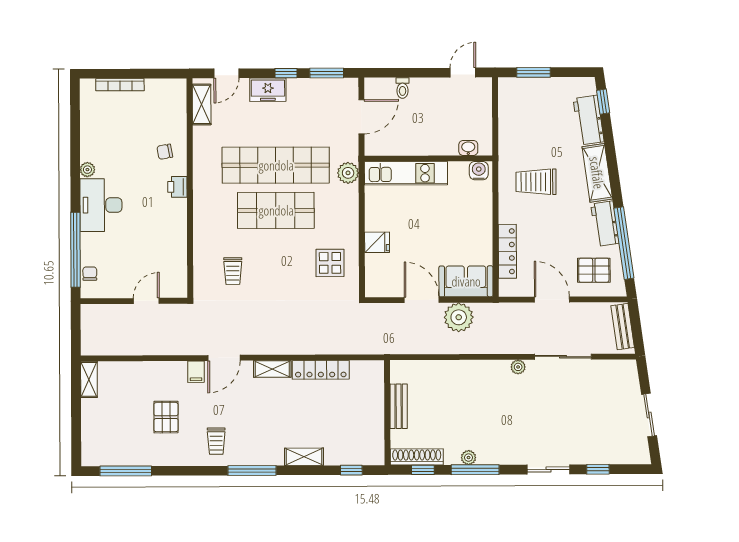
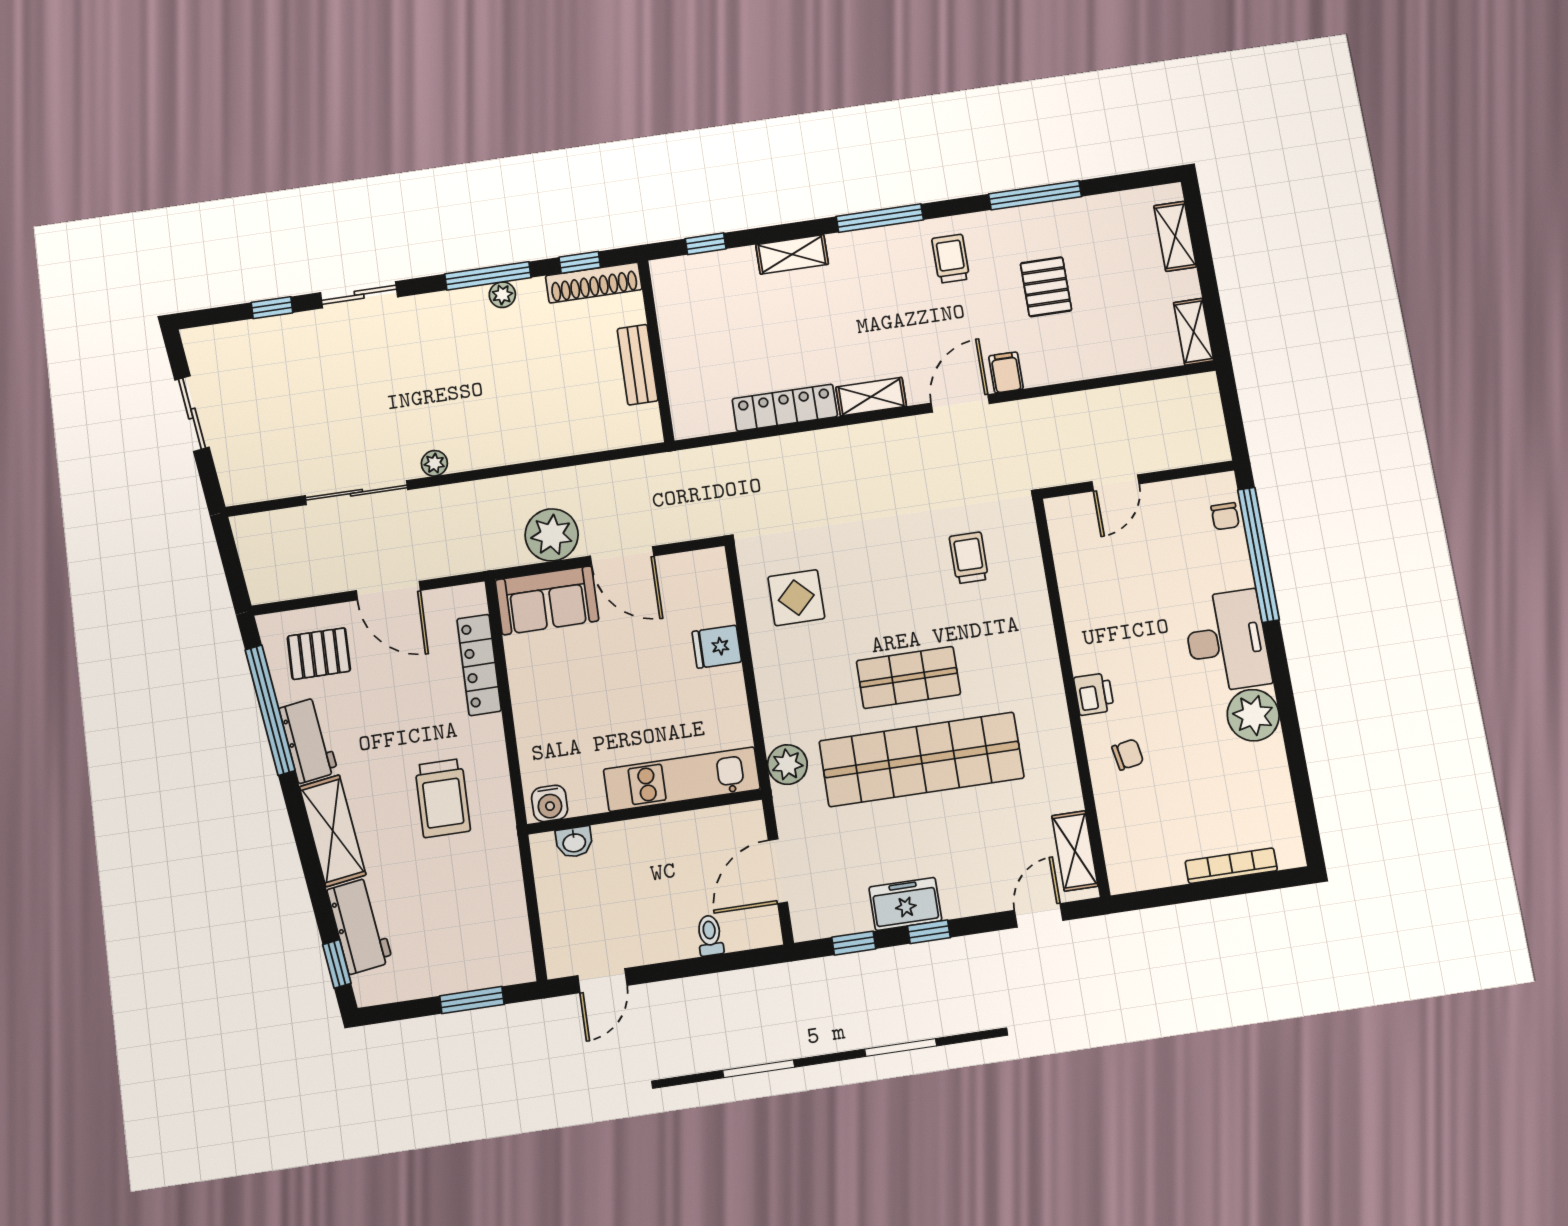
window: (327, 73) -> (854, 943), width x0.67
freezer: (268, 90) -> (905, 904), moved
plant: (87, 170) -> (1253, 715), width x1.88, depth x1.88
trolley: (536, 182) -> (443, 798), turned 90
shop shelf: (276, 210) -> (908, 678), width x0.70, depth x0.74
bench: (623, 327) -> (256, 561), removed
shelving: (90, 435) -> (1175, 236), added
window: (126, 471) -> (1035, 195), moved

